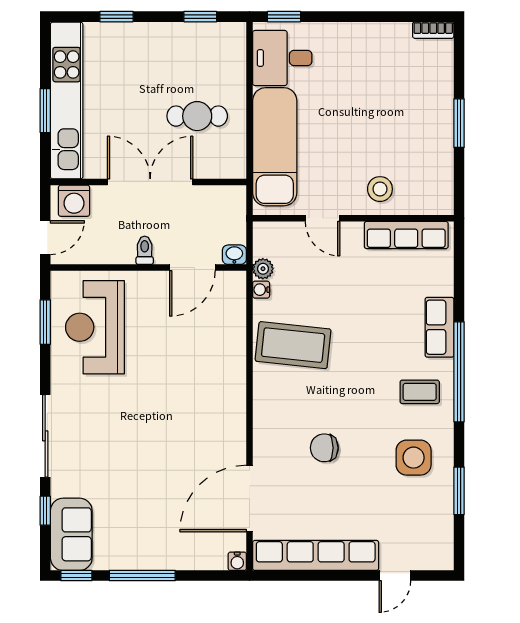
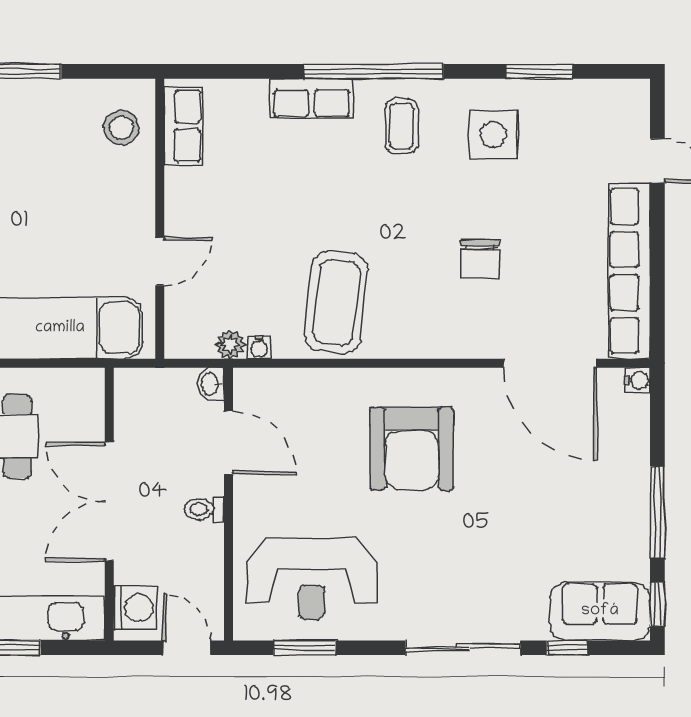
stool: (380, 189) -> (121, 128), moved
row of seats: (406, 235) -> (183, 126), width x0.68
armchair: (188, 399) -> (412, 449), added

